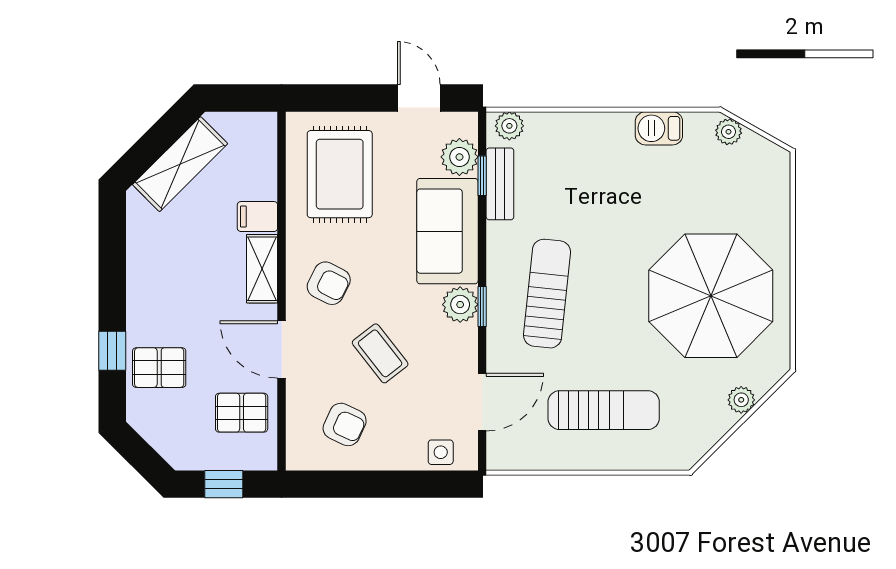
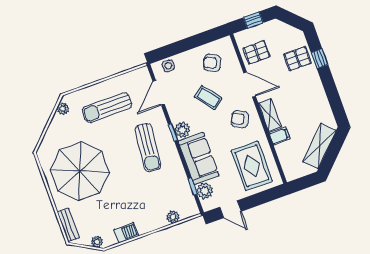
plant: (509, 126) -> (173, 217), moved
bench: (500, 184) -> (68, 225), moved
plant: (741, 400) -> (63, 109), moved

